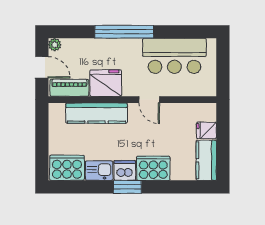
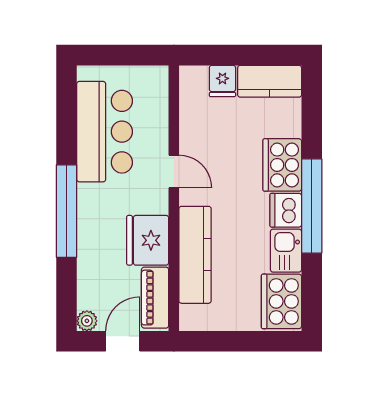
door: (149, 100) -> (174, 171), hinge flipped
window: (127, 187) -> (312, 206), width x2.11

